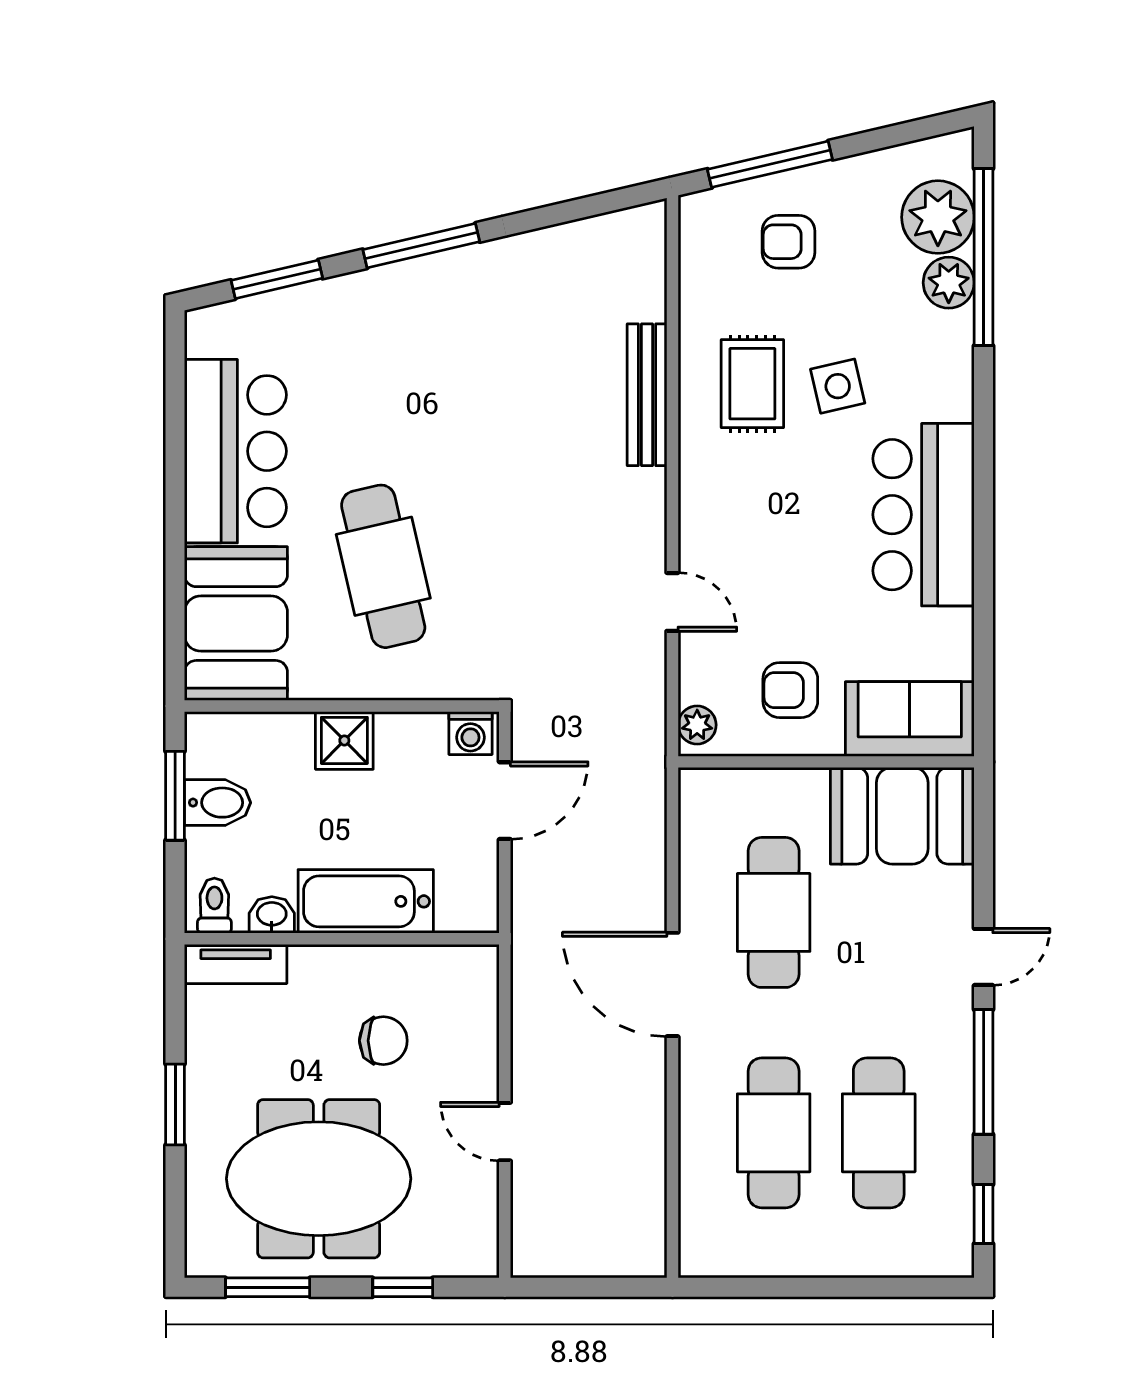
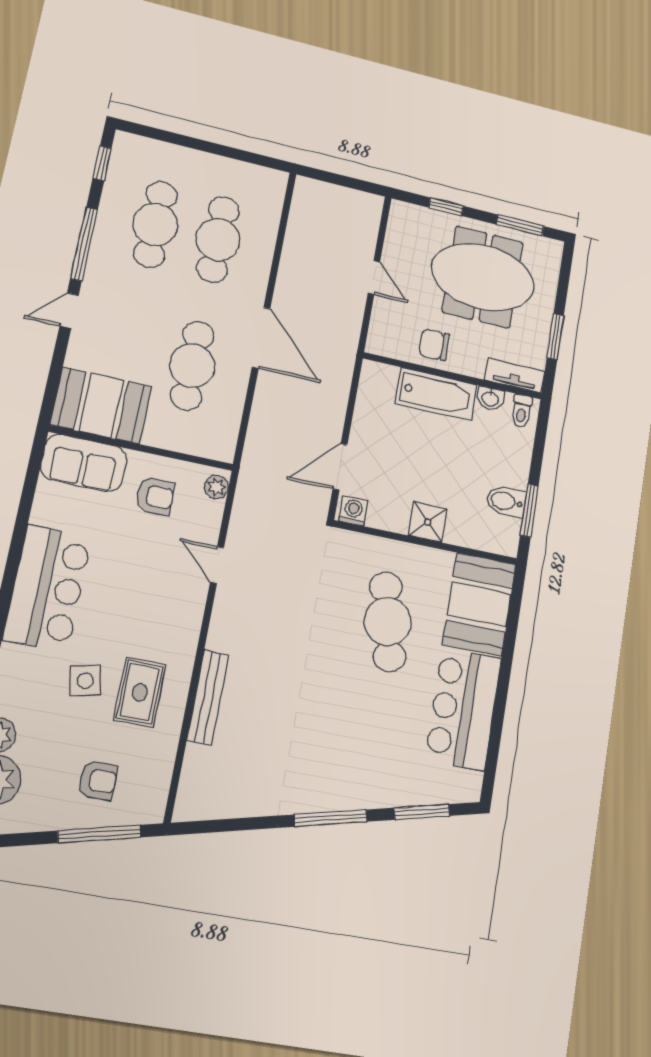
bathtub: (366, 901) -> (436, 394), moved
toilet: (214, 906) -> (522, 411), moved
washbasin: (272, 915) -> (490, 398), moved
wall: (342, 939) -> (453, 376), moved
tv unit: (236, 964) -> (515, 376), moved

